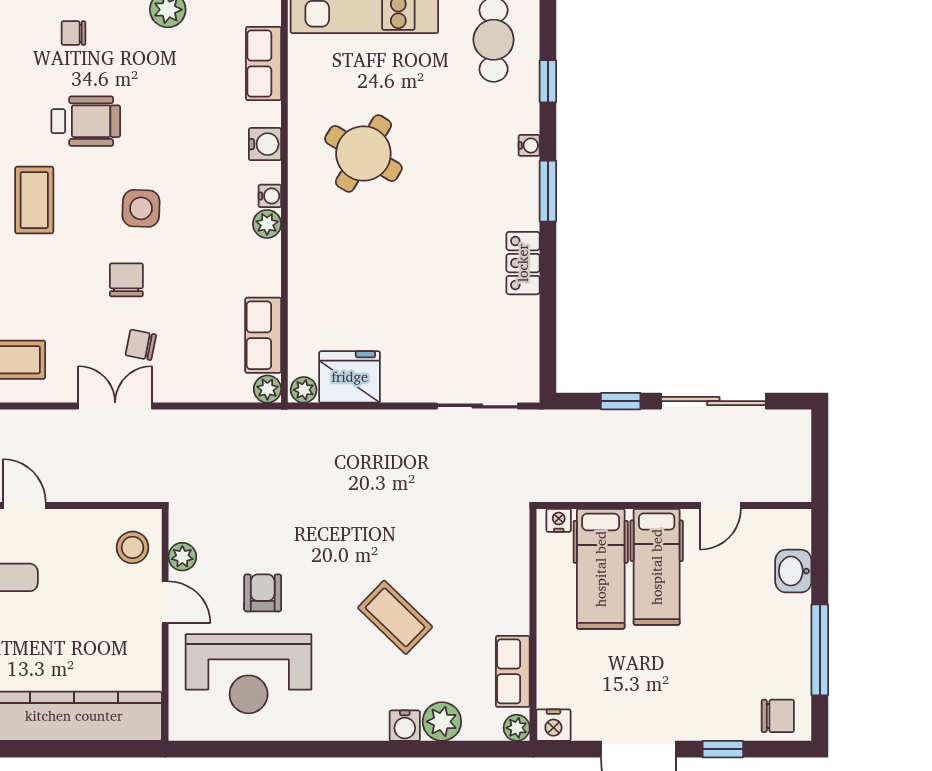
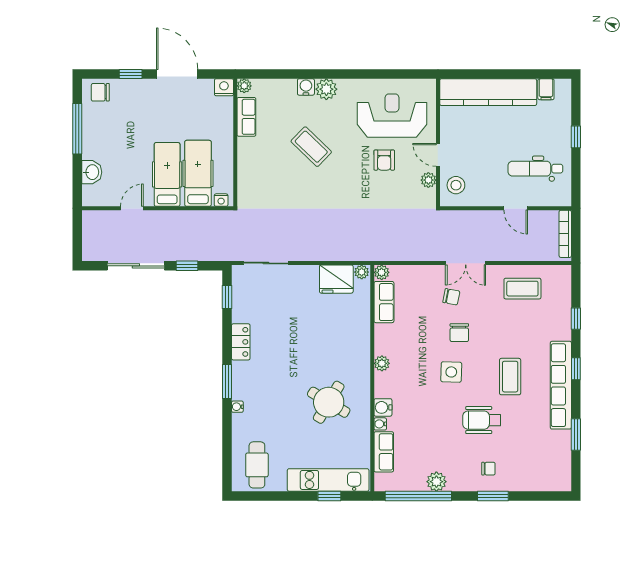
window: (548, 81) -> (227, 297), moved
water cooler: (270, 196) -> (380, 424), moved
plant: (442, 722) -> (326, 89), moved

